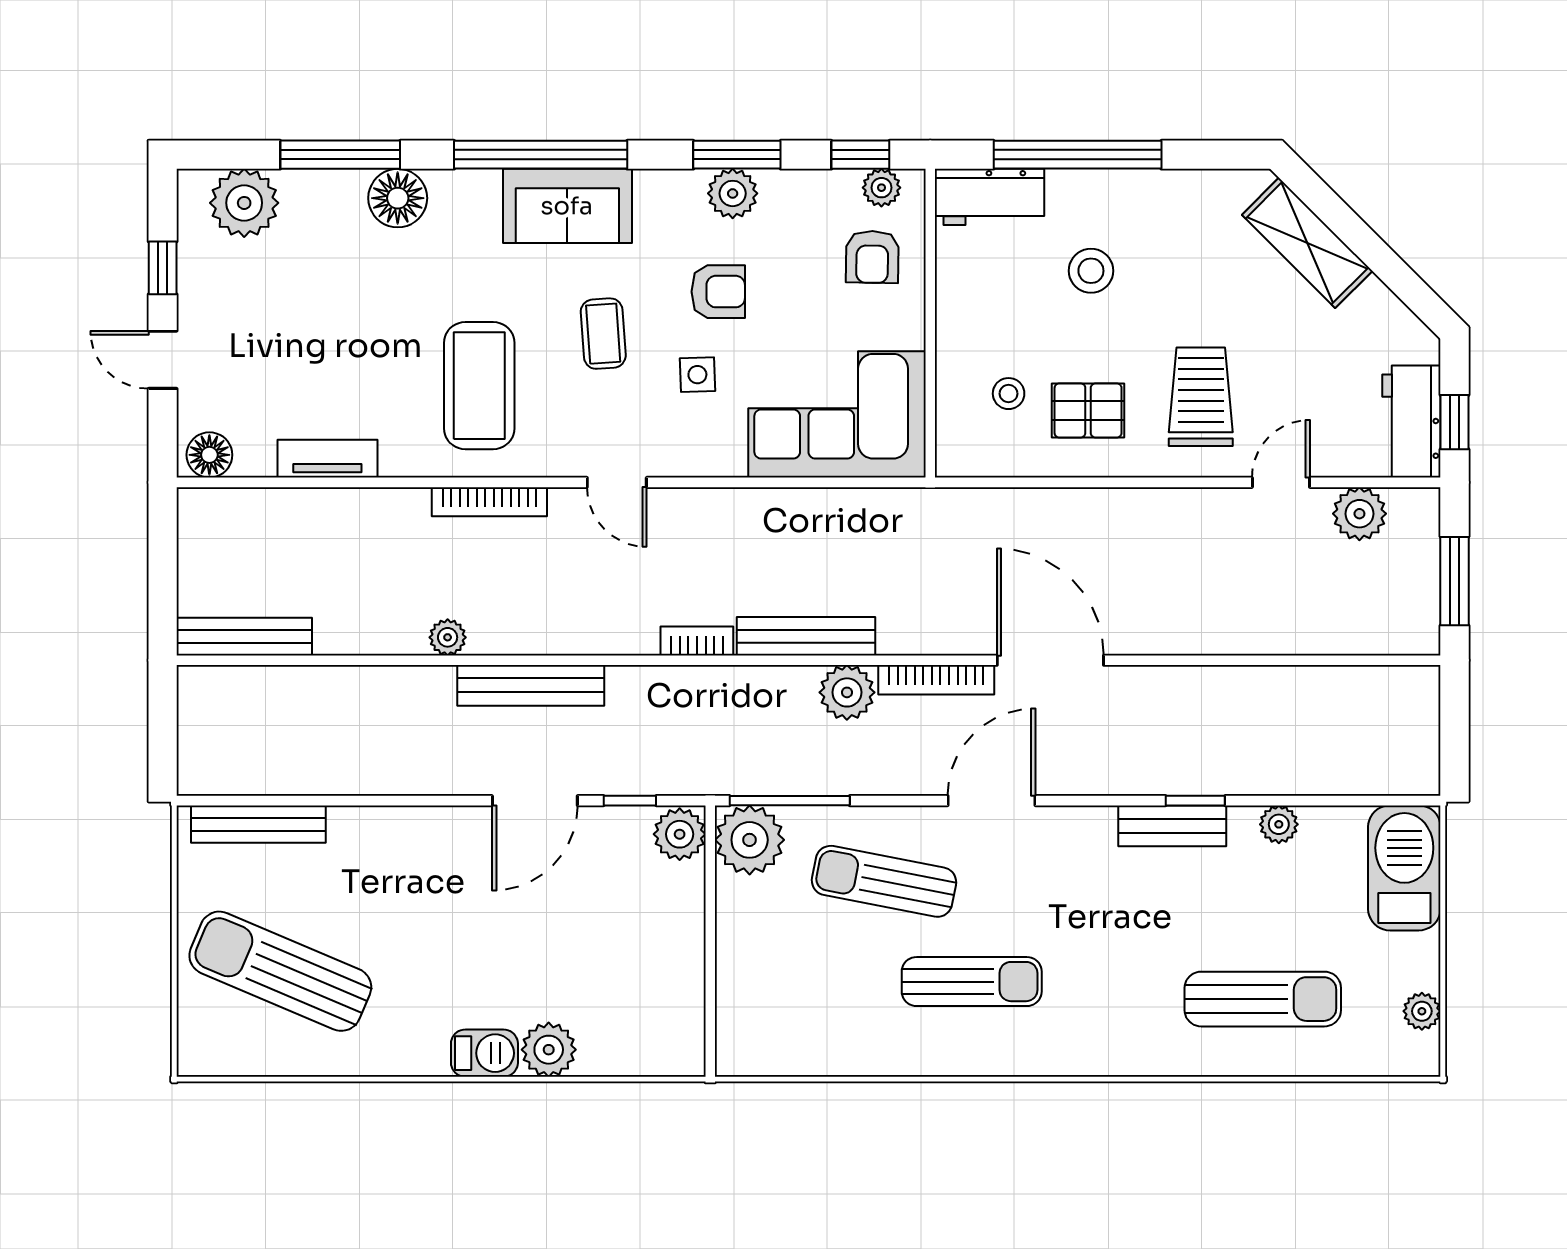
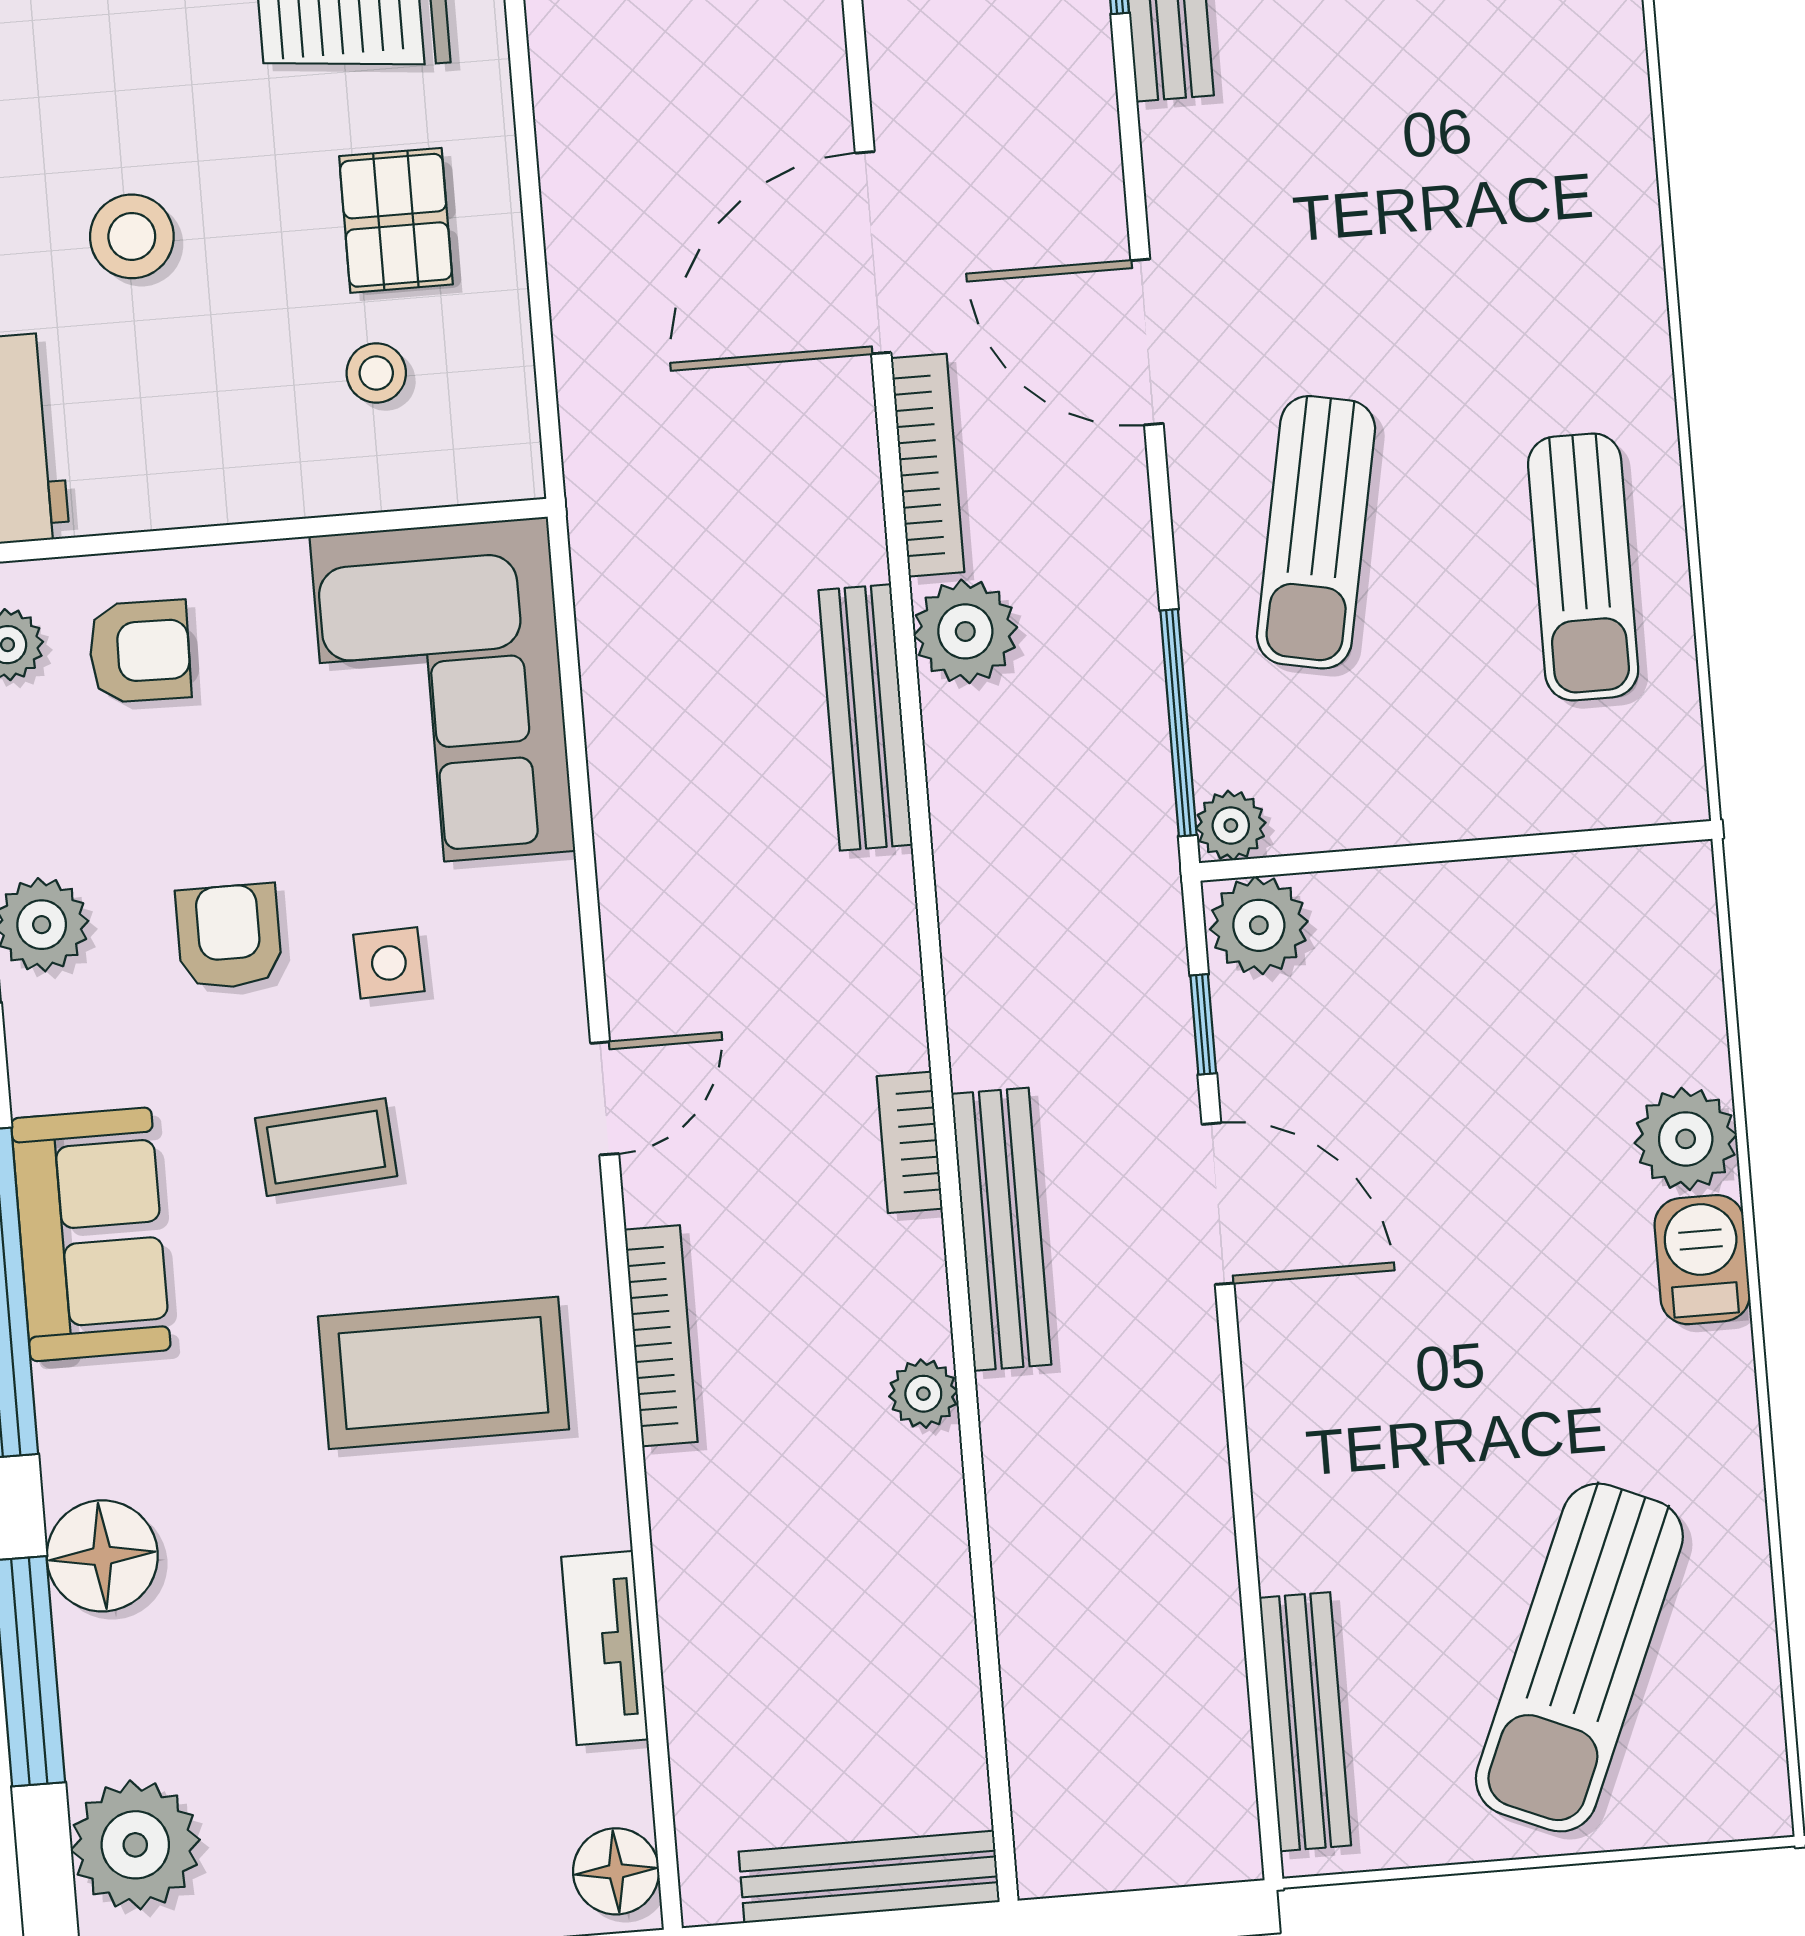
bench: (244, 637) -> (869, 1877), moved, turned 90
bookcase: (697, 641) -> (910, 1142), moved
plant: (750, 840) -> (1231, 825), width x0.53, depth x0.53
sun lounger: (972, 982) -> (1583, 567), moved, turned 180

